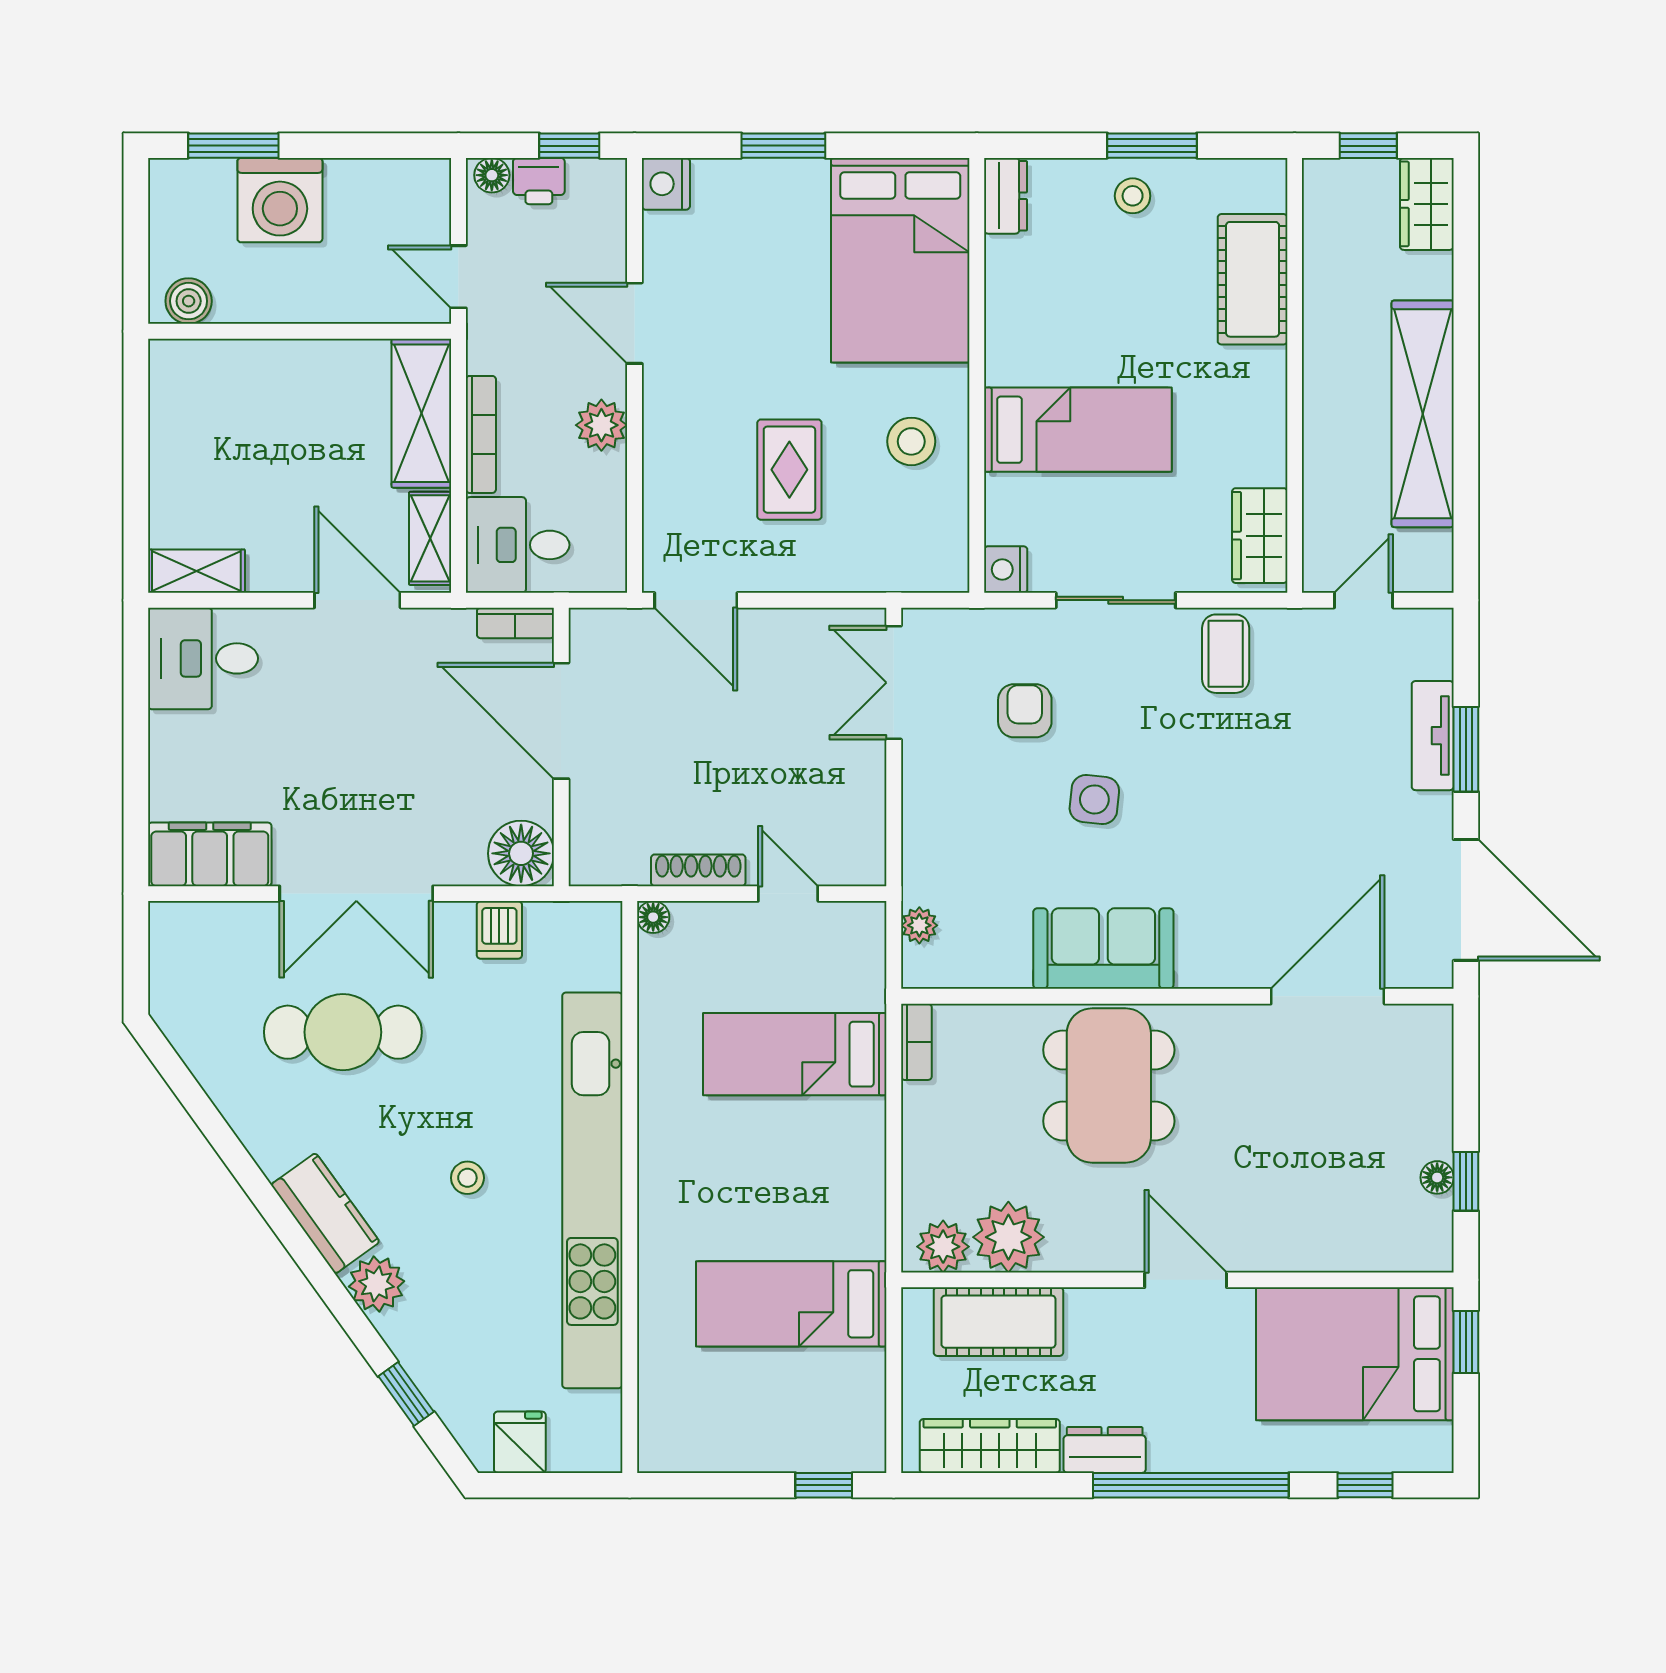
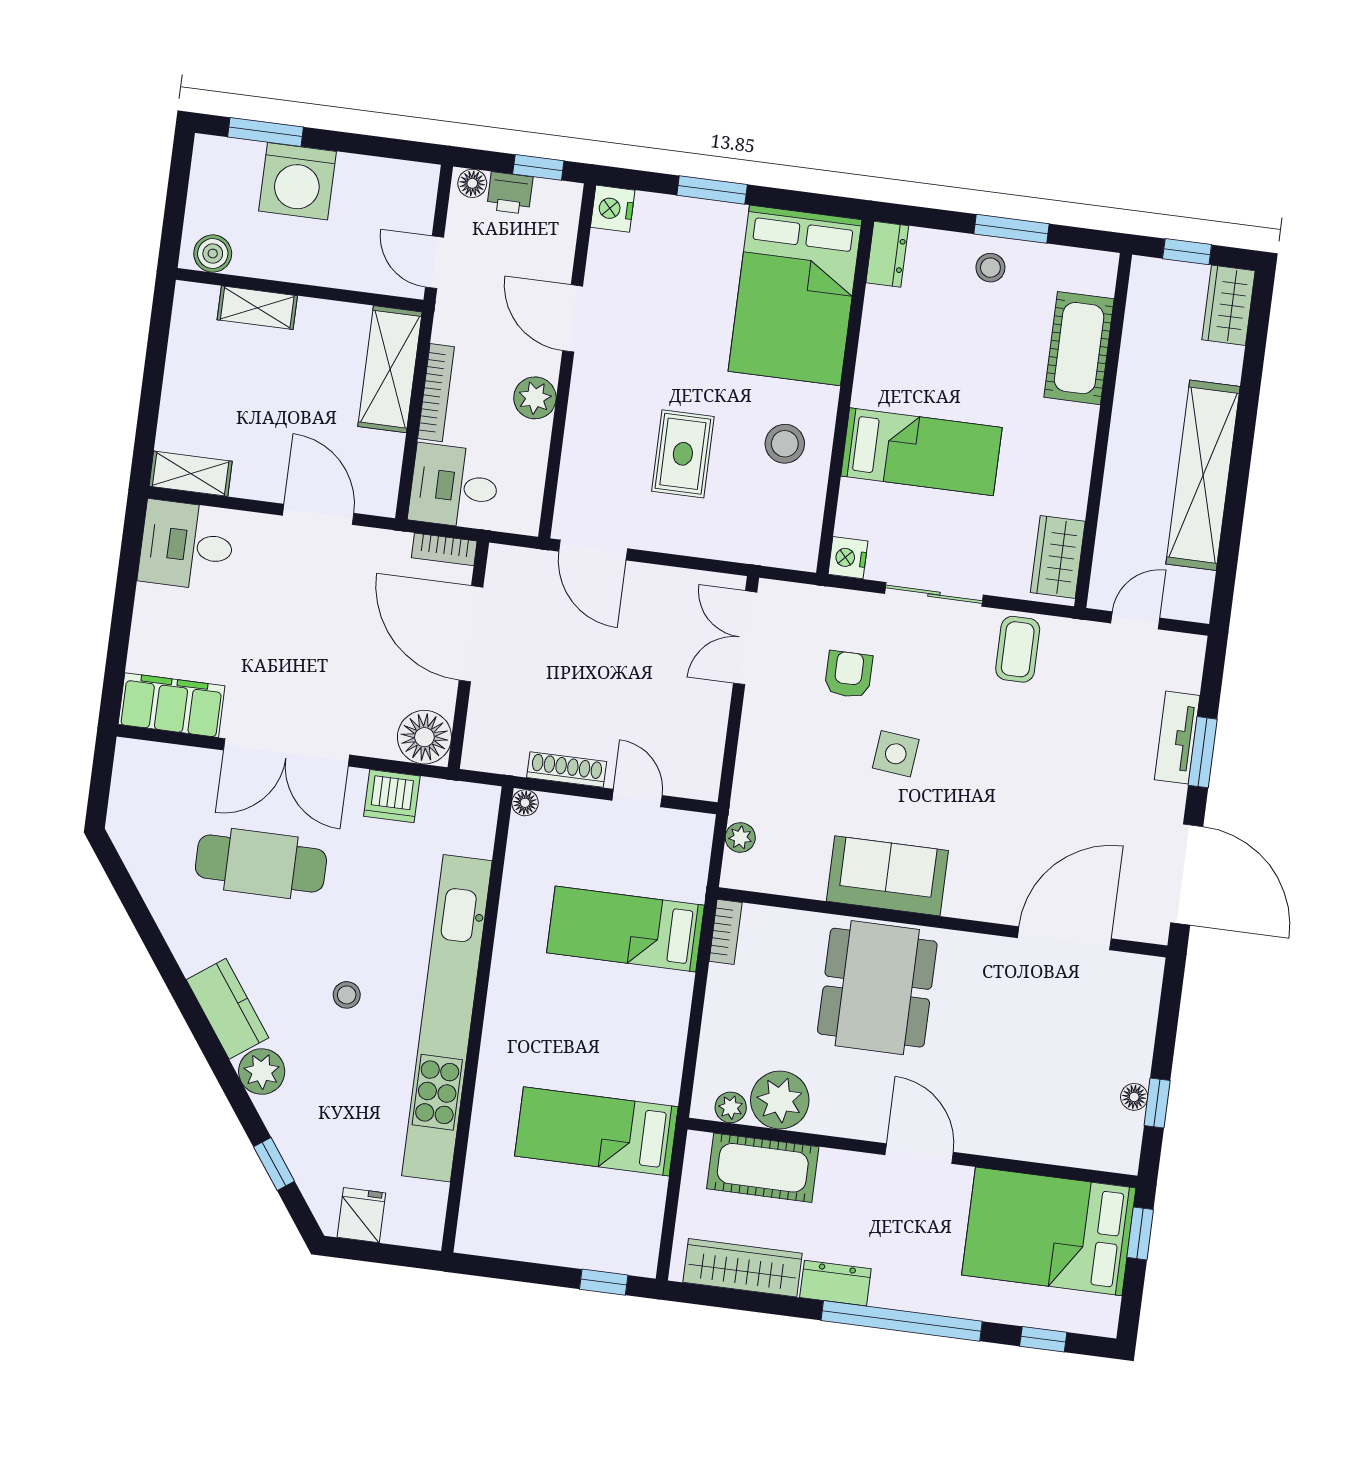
shelving: (430, 538) -> (257, 308), moved, turned 90
dishwasher: (499, 930) -> (392, 796), width x1.38
plant: (943, 1247) -> (731, 1107), width x0.73, depth x0.73

